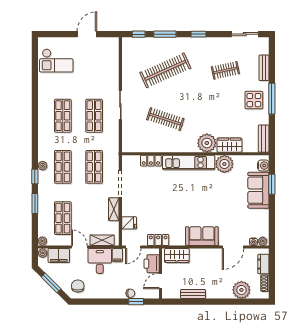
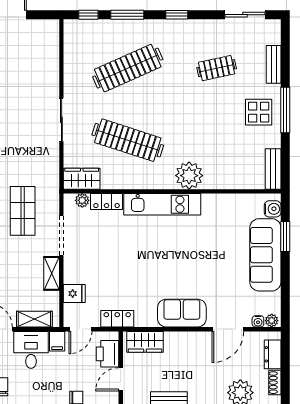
shop shelf: (94, 116) -> (23, 135), removed
clothes rail: (165, 119) -> (128, 140), width x1.37, depth x1.31
wardrobe: (229, 145) -> (82, 179), moved
plant: (224, 164) -> (82, 200), moved, width x0.53, depth x0.53
sofa: (258, 190) -> (265, 255), width x1.36

